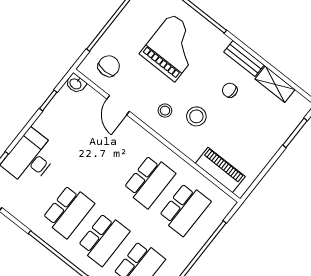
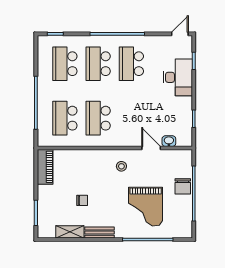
chair: (109, 66) -> (183, 186), moved
washbasin: (76, 84) -> (169, 141), moved
chair: (230, 90) -> (82, 200), moved
stool: (196, 116) -> (101, 177), removed
piano: (220, 170) -> (45, 167), moved, turned -90

